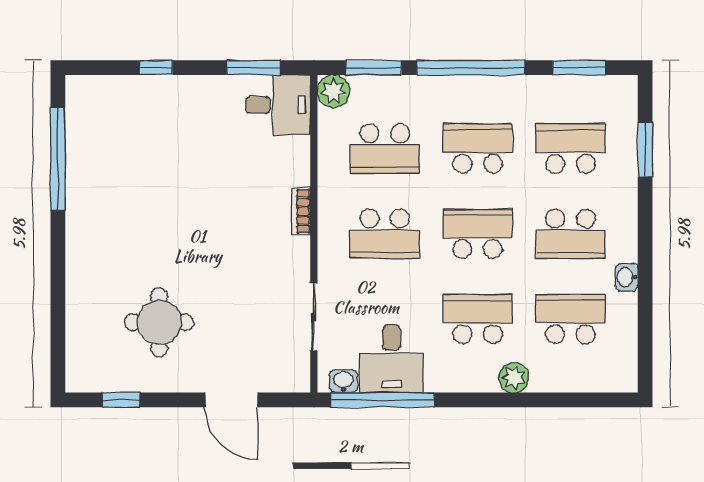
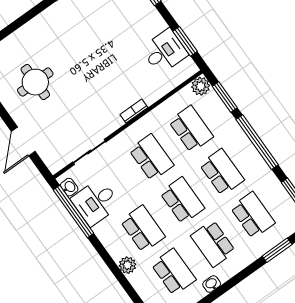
desk: (278, 105) -> (165, 52), moved, turned -90
school desk: (385, 148) -> (191, 129), turned 180
school desk: (385, 234) -> (151, 157), turned 180

